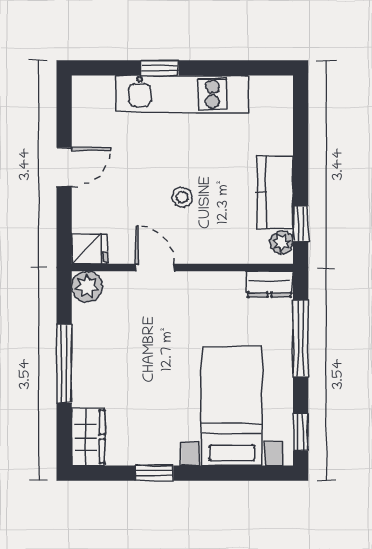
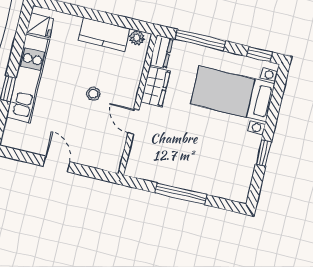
window: (301, 224) -> (128, 23), removed
fridge: (90, 249) -> (40, 25), moved, turned 90
door: (155, 267) -> (134, 122), hinge flipped
plant: (87, 287) -> (135, 167), removed
wardrobe: (88, 437) -> (155, 87), moved, turned 90

